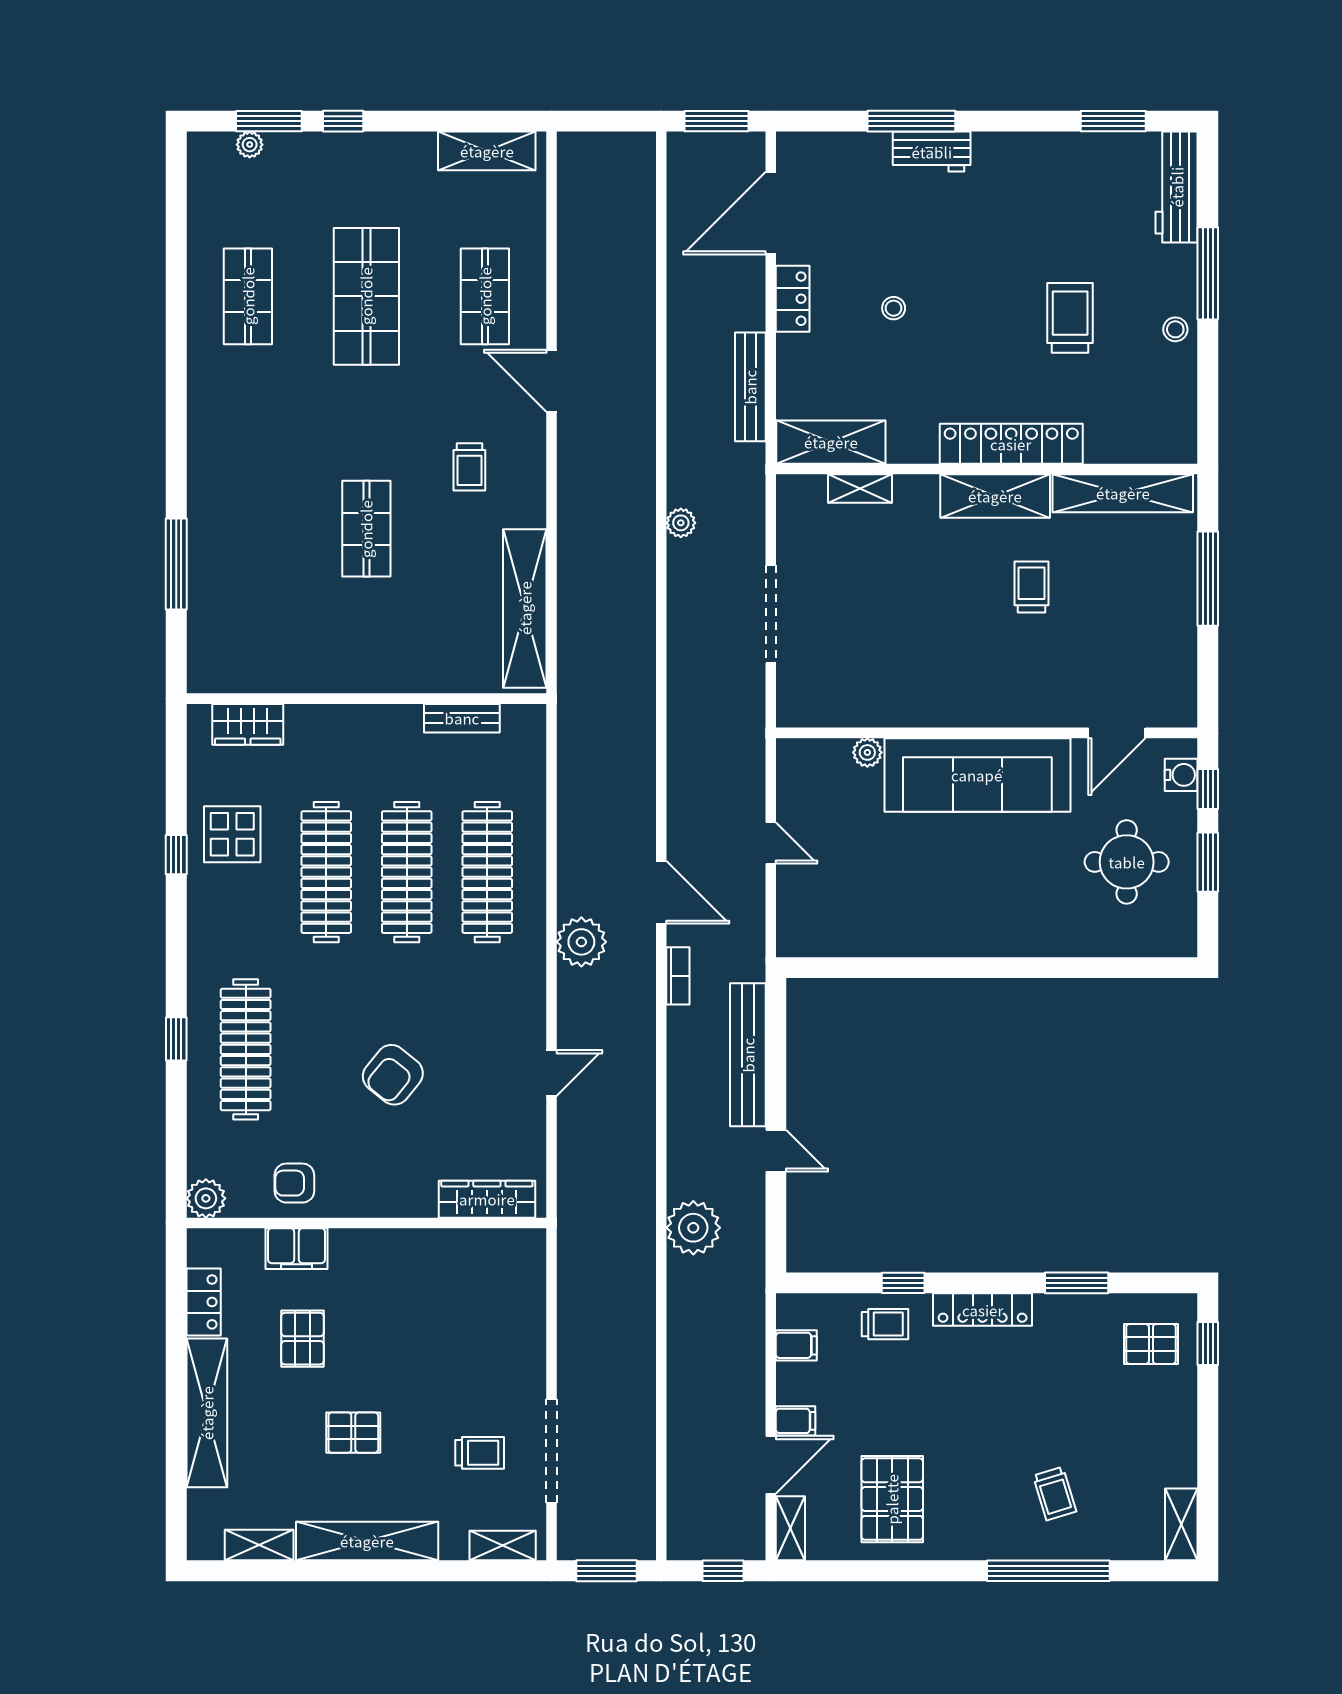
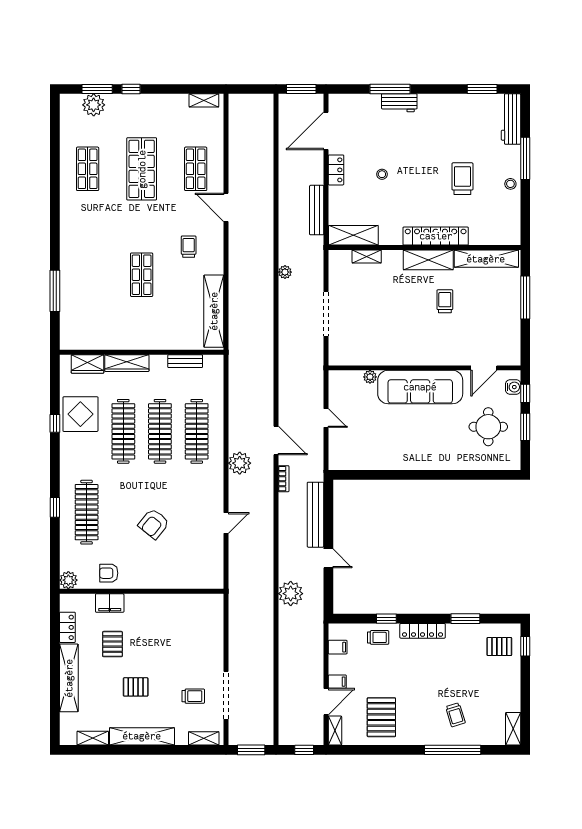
plant: (250, 145) -> (94, 105), width x1.87, depth x1.87
shelving: (487, 151) -> (204, 100), width x0.67, depth x0.75
trolley: (469, 467) -> (189, 247), turned 180
display table: (232, 834) -> (80, 414), width x1.36, depth x1.36
wardrobe: (487, 1199) -> (127, 363), moved, turned 180

